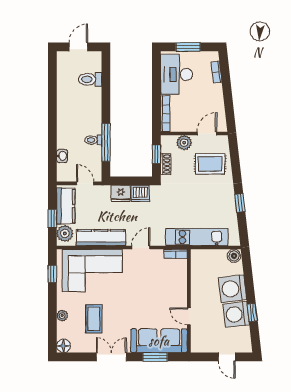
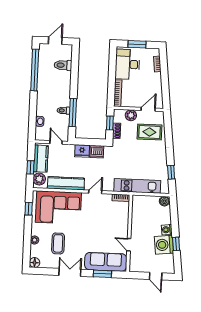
window: (52, 87) -> (35, 70), added
window: (240, 203) -> (171, 172), moved
washing machine: (232, 289) -> (167, 230), width x0.53, depth x0.53

